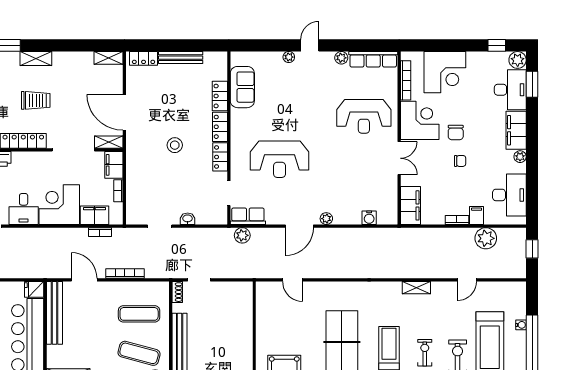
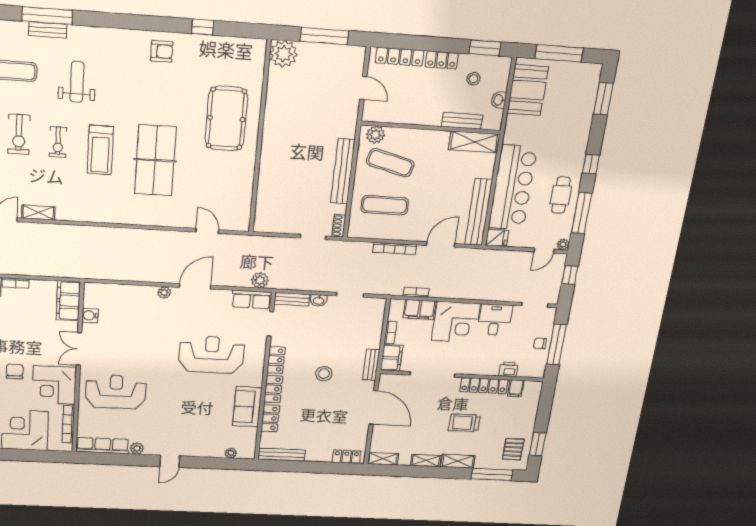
plant: (289, 57) -> (231, 453), moved
bench: (181, 58) -> (282, 455), moved
sofa: (242, 87) -> (247, 407), moved
shelving: (109, 142) -> (426, 461), moved
bench: (132, 157) -> (371, 365), added
chair: (460, 161) -> (10, 343), removed
water cooler: (369, 218) -> (90, 316), moved, turned -90
bench: (212, 219) -> (292, 299), added
door: (84, 280) -> (441, 245), swing flipped
shelving: (416, 288) -> (38, 213), moved

